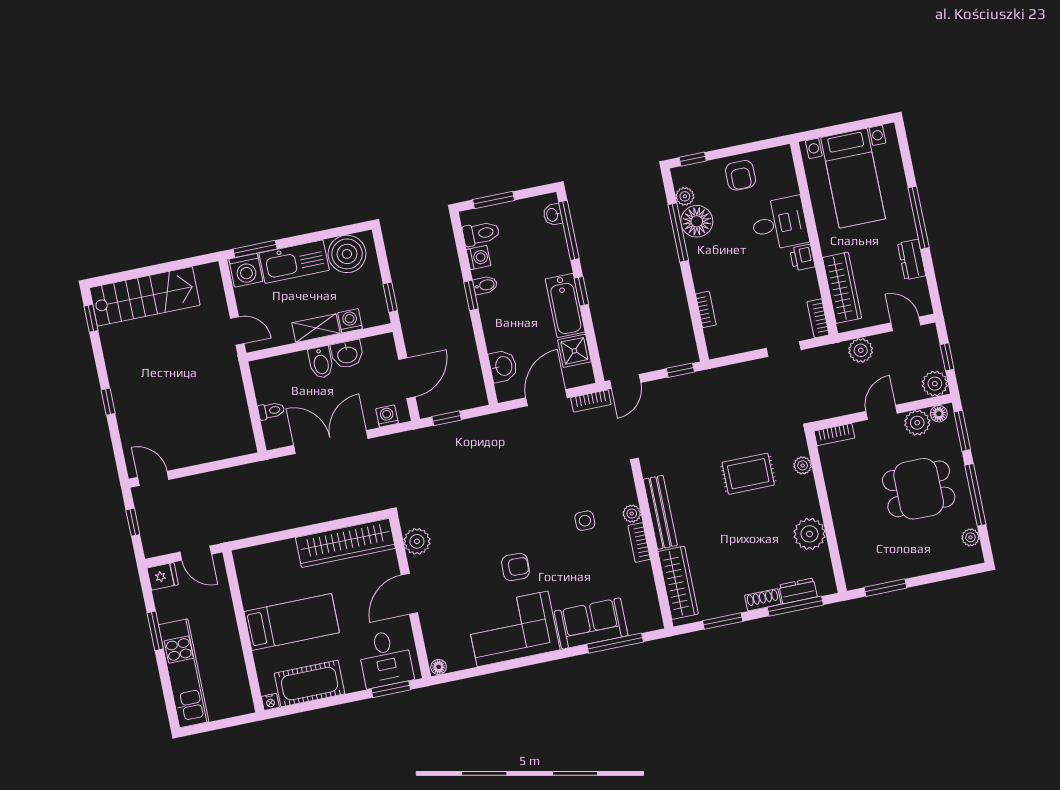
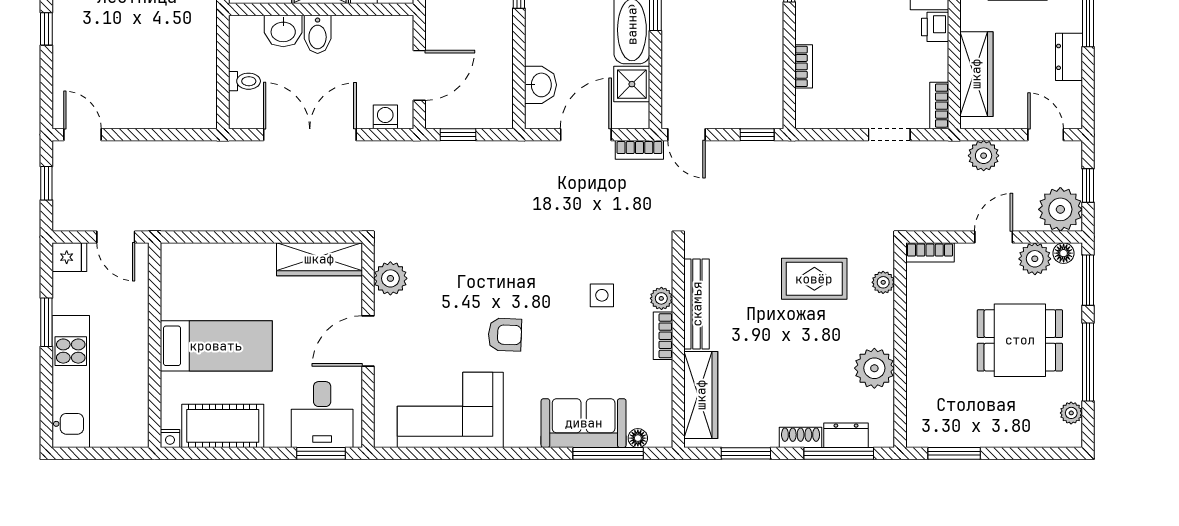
washbasin: (347, 354) -> (283, 31), moved
door: (625, 382) -> (686, 135), hinge flipped
plant: (935, 384) -> (1060, 209), width x1.36, depth x1.36
wardrobe: (345, 543) -> (319, 259), width x0.71, depth x0.85
corner sofa: (513, 629) -> (450, 410), moved
floor lamp: (439, 667) -> (638, 438), moved

